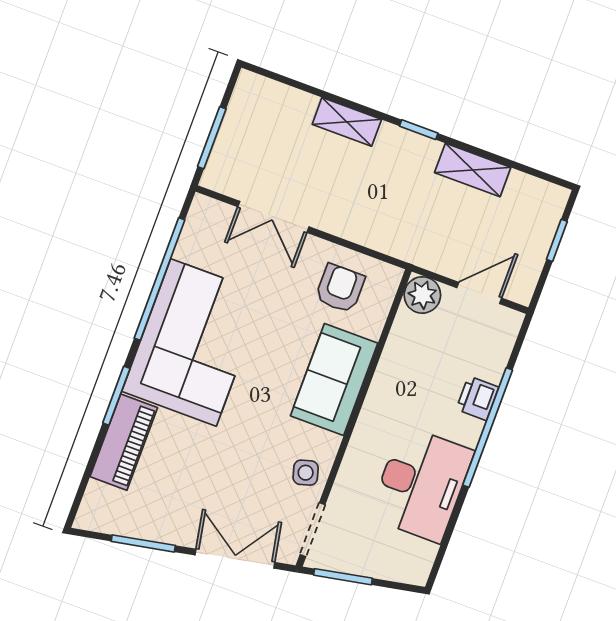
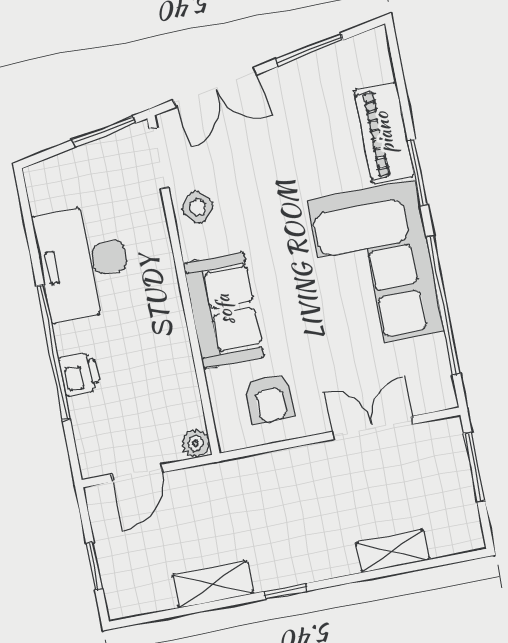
shelving: (347, 122) -> (393, 551), moved
plant: (422, 295) -> (195, 443), width x0.73, depth x0.73
side table: (306, 473) -> (198, 207), turned -30

